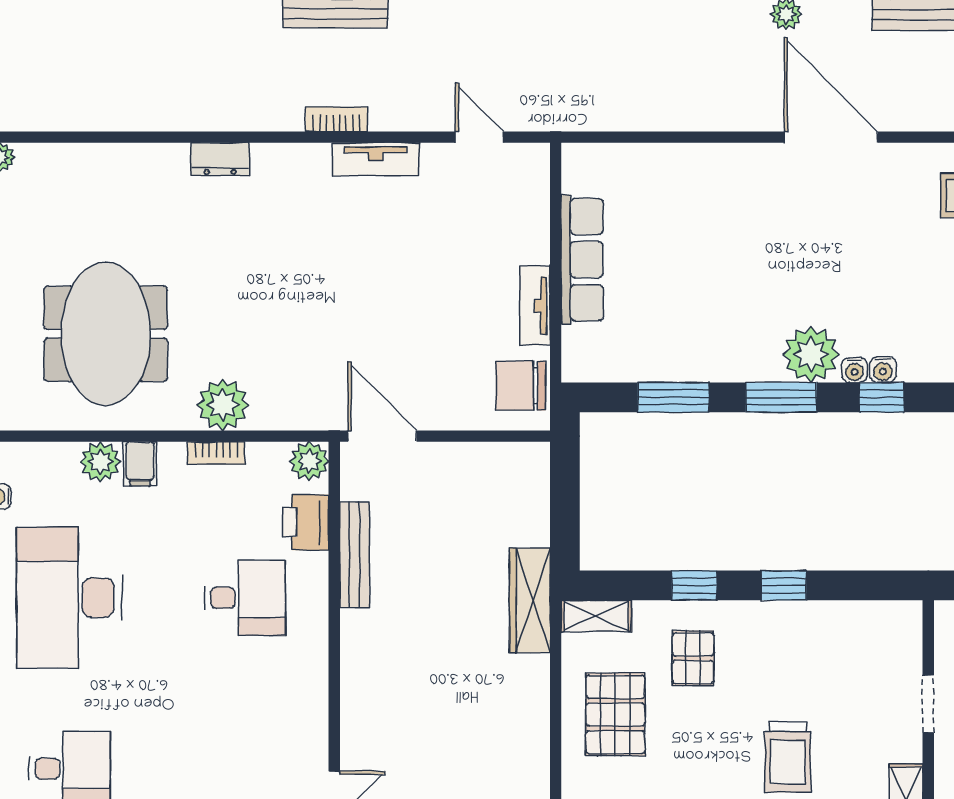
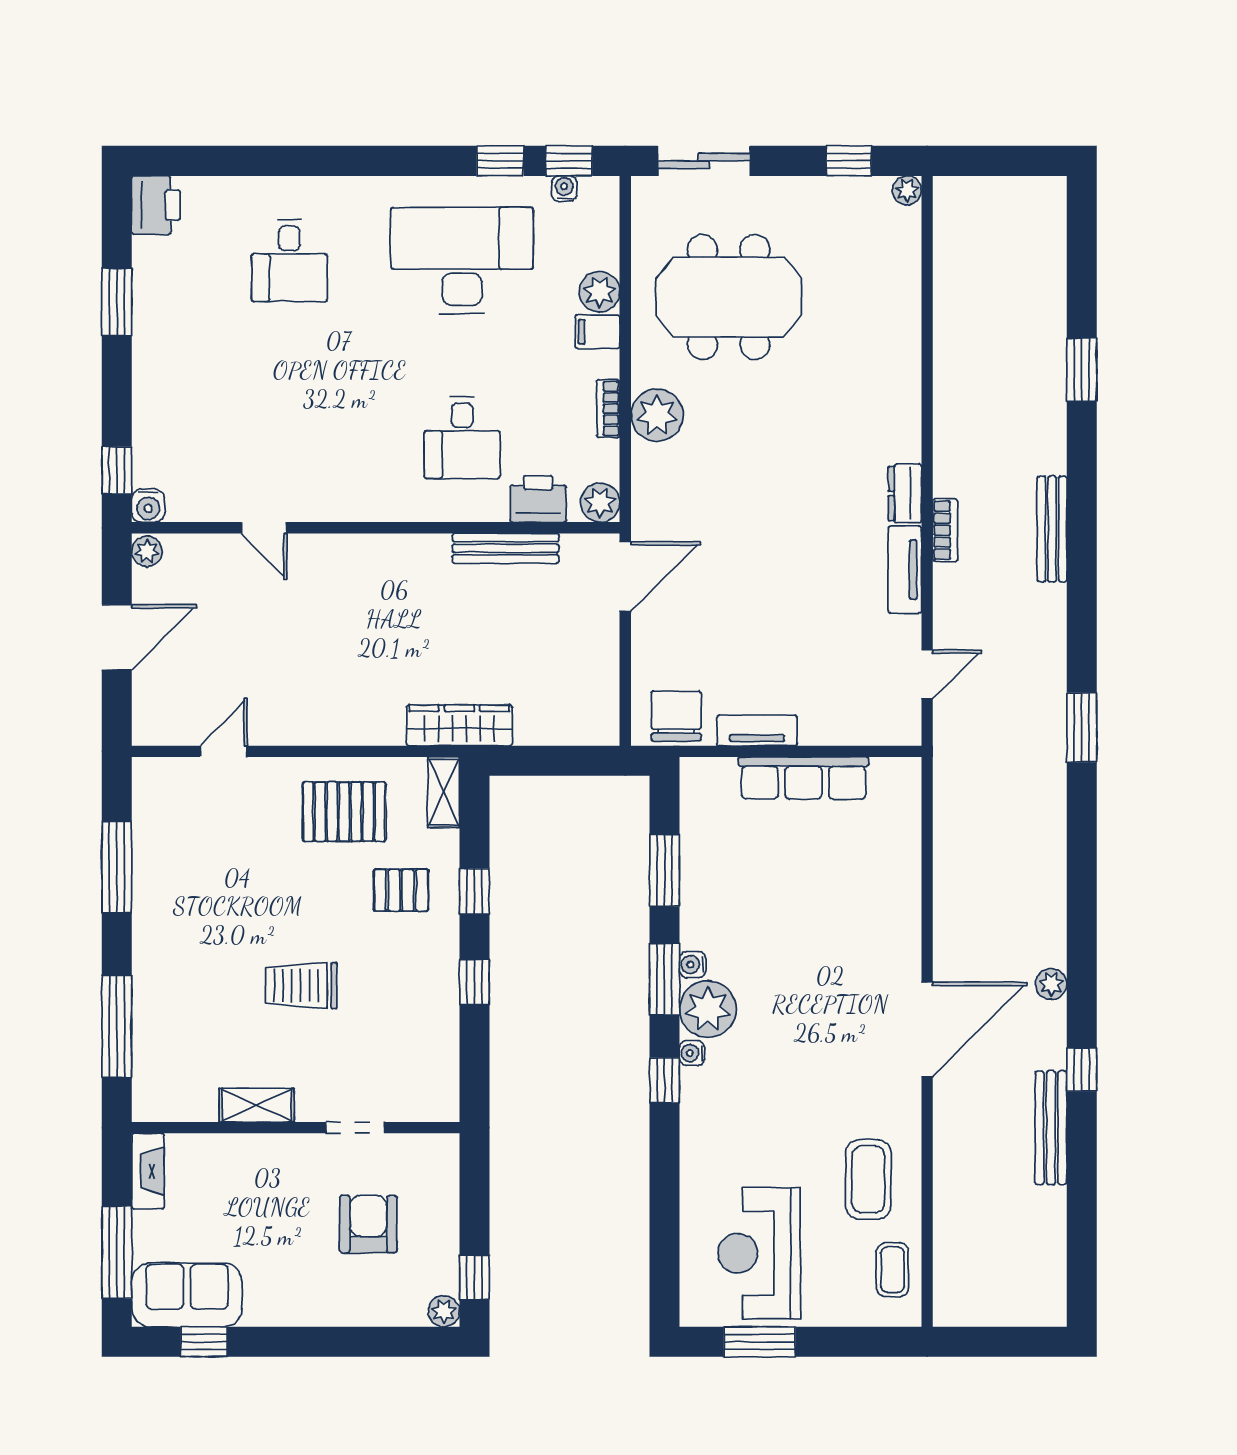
dresser: (220, 159) -> (905, 494), moved
water cooler: (883, 369) -> (693, 965), moved

